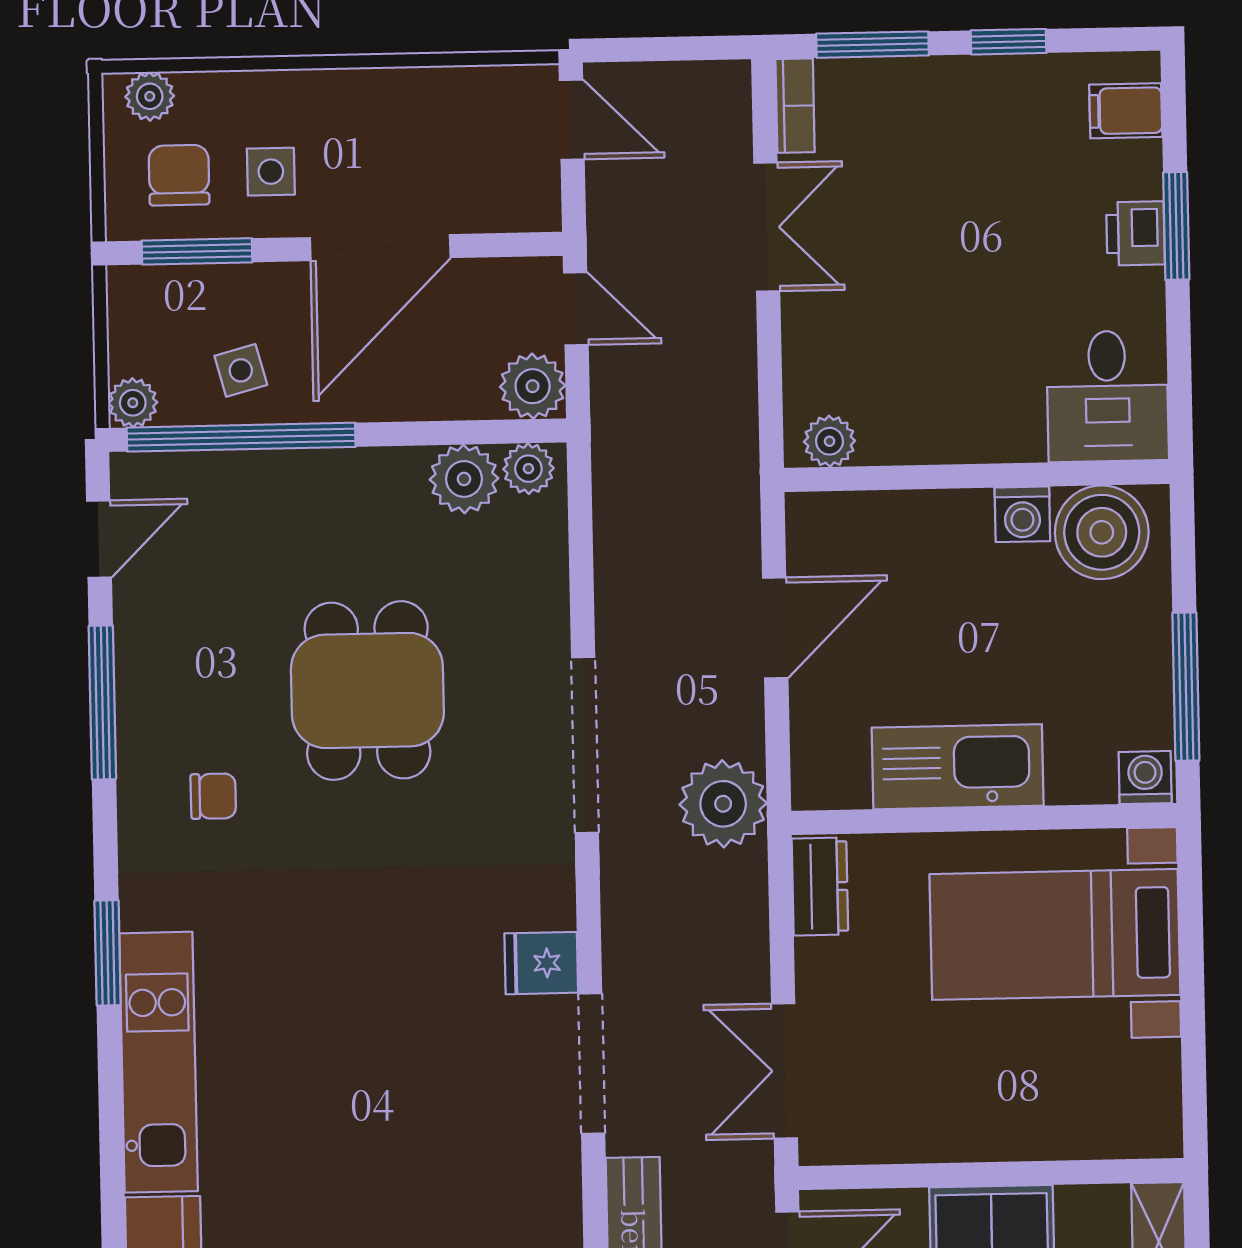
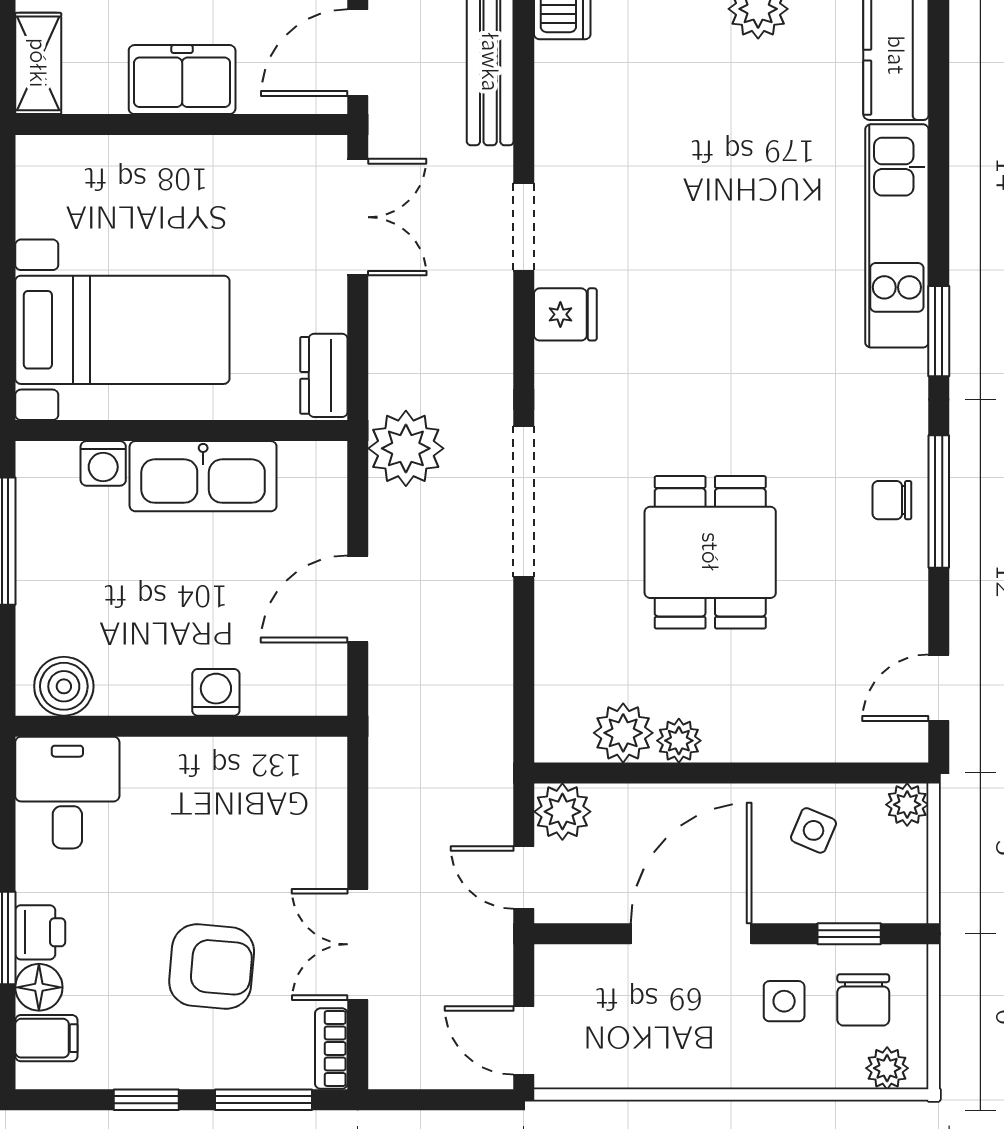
floor lamp: (1136, 170) -> (39, 987), added
armchair: (936, 198) -> (212, 966), added
window: (197, 251) -> (849, 934), width x0.67
side table: (241, 370) -> (814, 830), turned 38
window: (241, 437) -> (814, 773), removed
plant: (829, 441) -> (308, 759), removed
plant: (528, 469) -> (679, 741), moved
washing machine: (1022, 514) -> (216, 692), moved
boiler: (1102, 532) -> (64, 686), width x0.73, depth x0.73
window: (102, 702) -> (939, 501), moved
washing machine: (1145, 778) -> (103, 463), moved
chair: (213, 796) -> (892, 500), moved
doorway: (592, 1064) -> (524, 227), width x0.73

